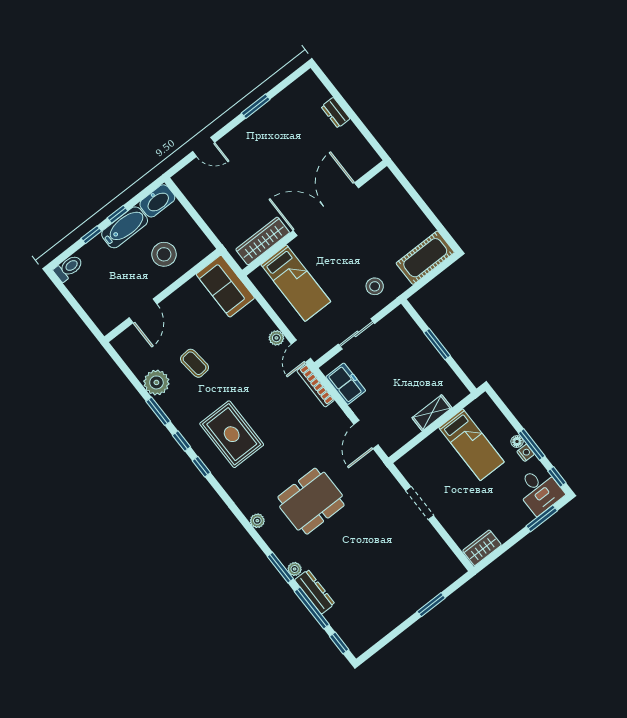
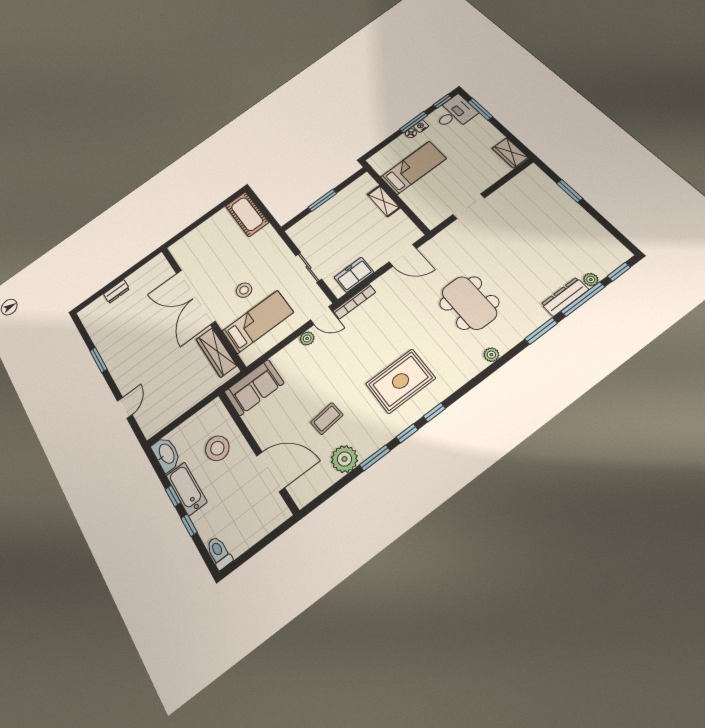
stool: (375, 286) -> (244, 290), moved
door: (143, 311) -> (270, 472), width x1.36
plant: (295, 569) -> (591, 280), moved

